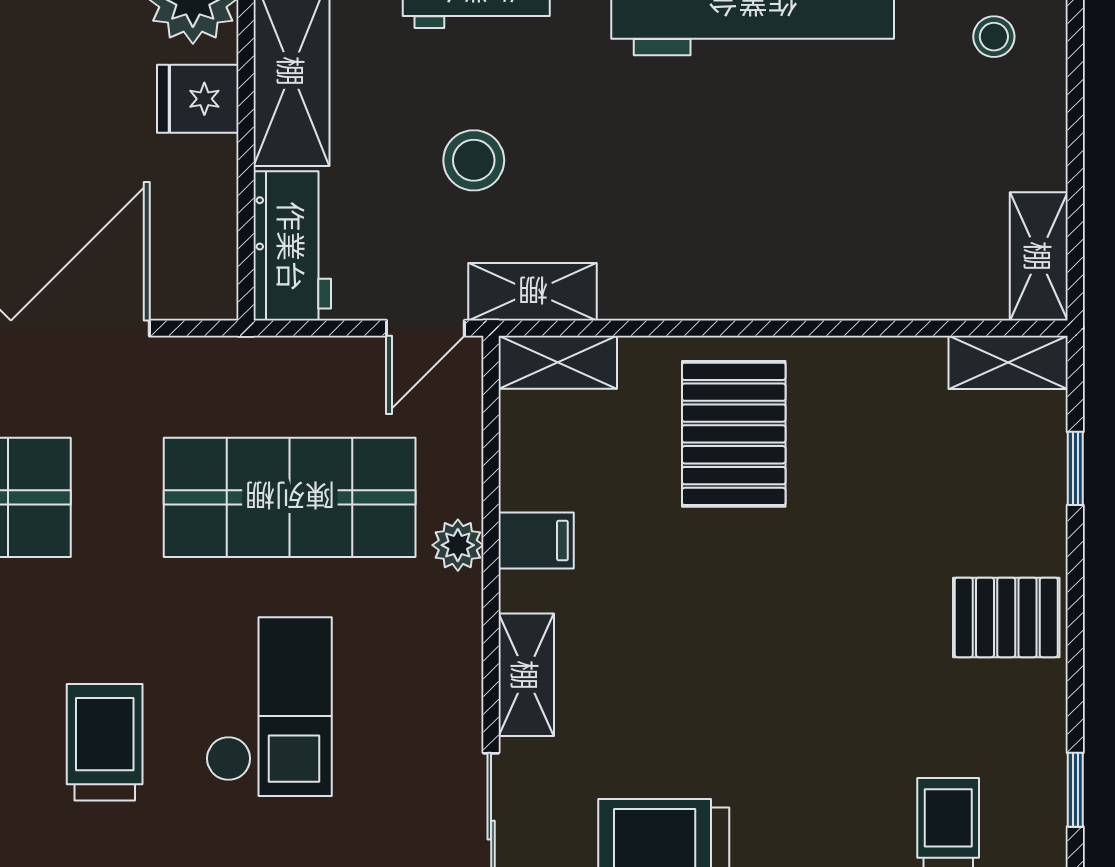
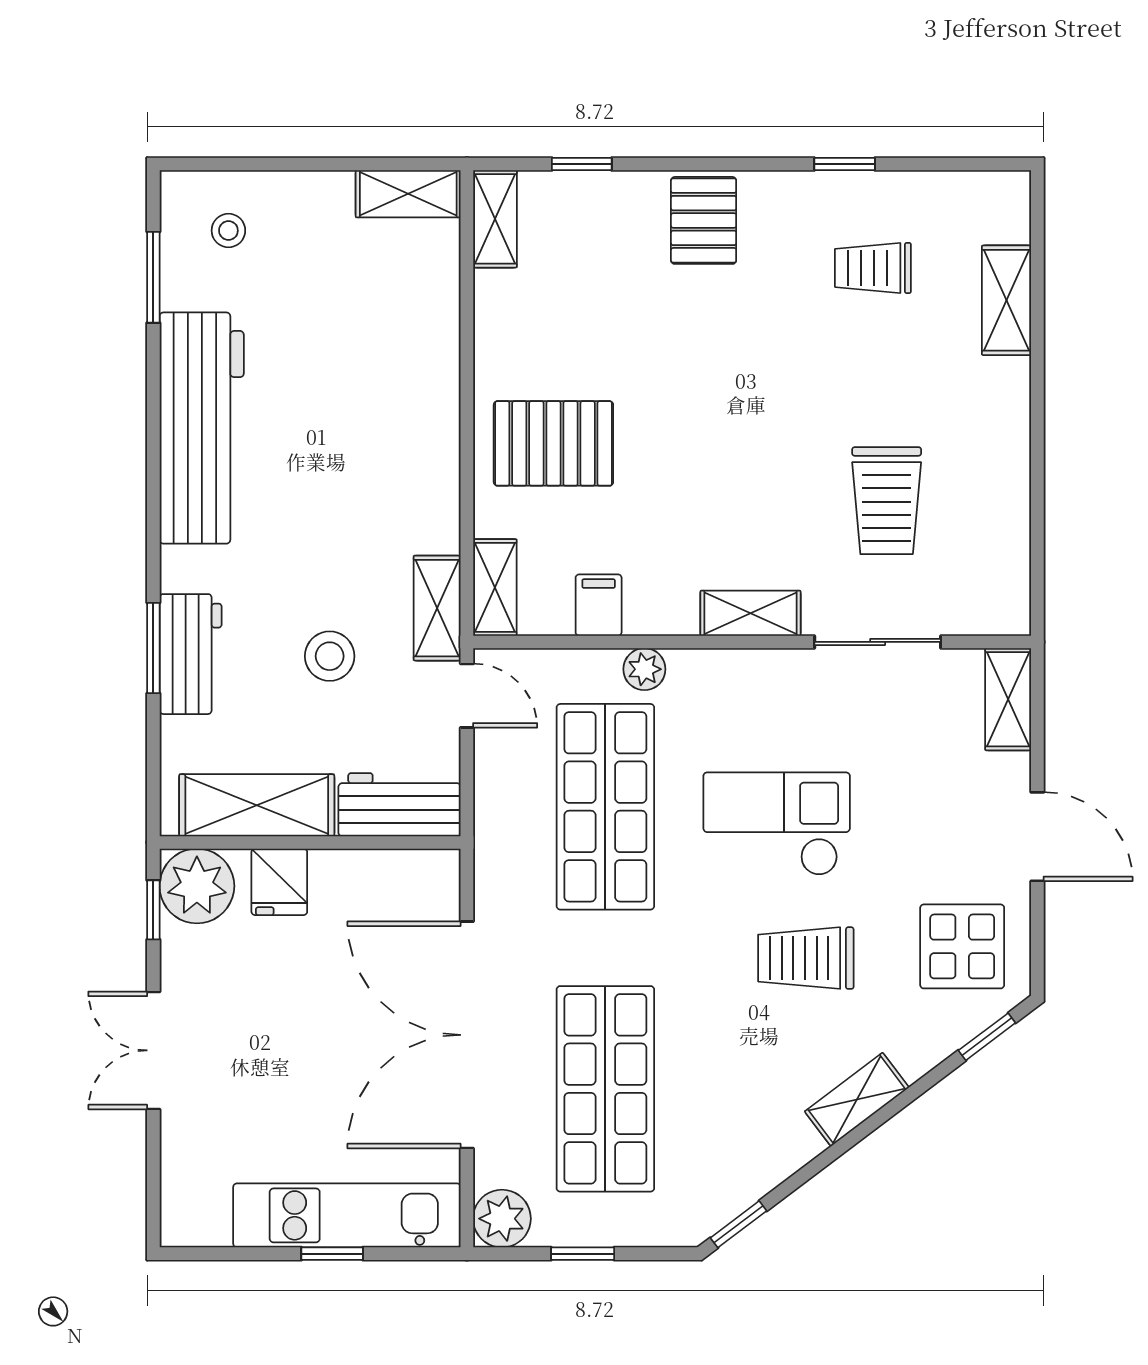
filing cabinet: (536, 541) -> (599, 605), moved

